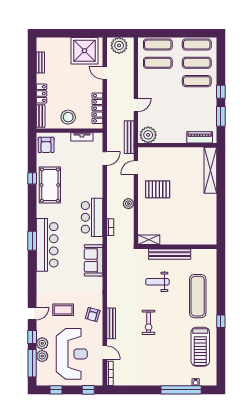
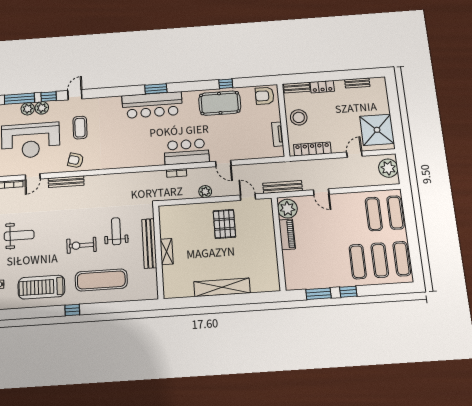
piano: (200, 137) -> (287, 234), moved
door: (105, 159) -> (223, 163), moved
shelving: (210, 170) -> (222, 287), moved
shelving: (149, 240) -> (167, 252), moved
sofa: (94, 260) -> (137, 157), removed
door: (32, 313) -> (75, 95), swing flipped
exercise bike: (149, 322) -> (81, 245), moved
weight bench: (155, 365) -> (19, 235), added

